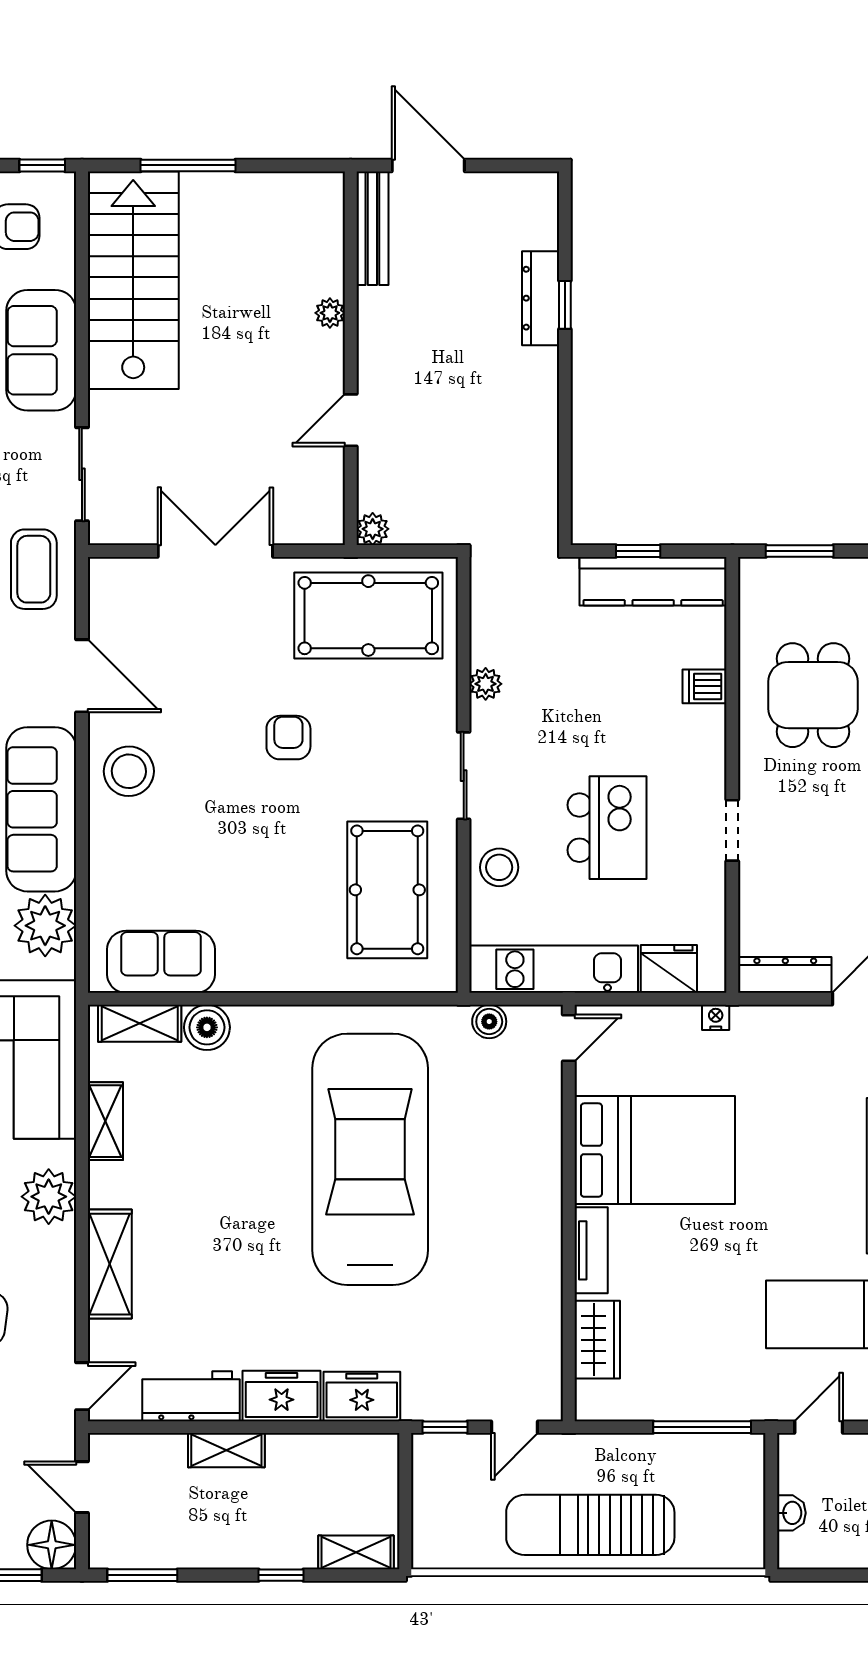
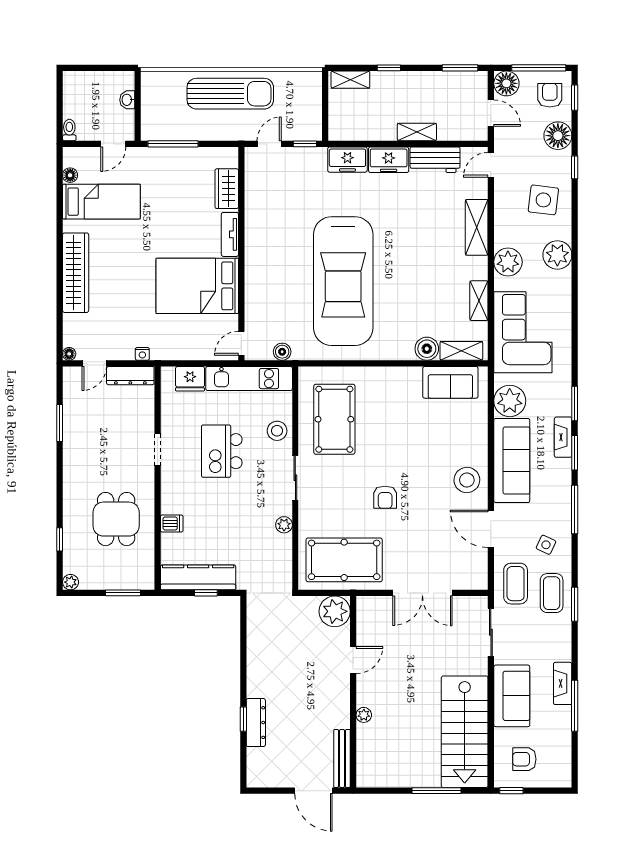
plant: (373, 529) -> (335, 611), width x1.88, depth x1.88
nightstand: (716, 1017) -> (142, 354), moved

